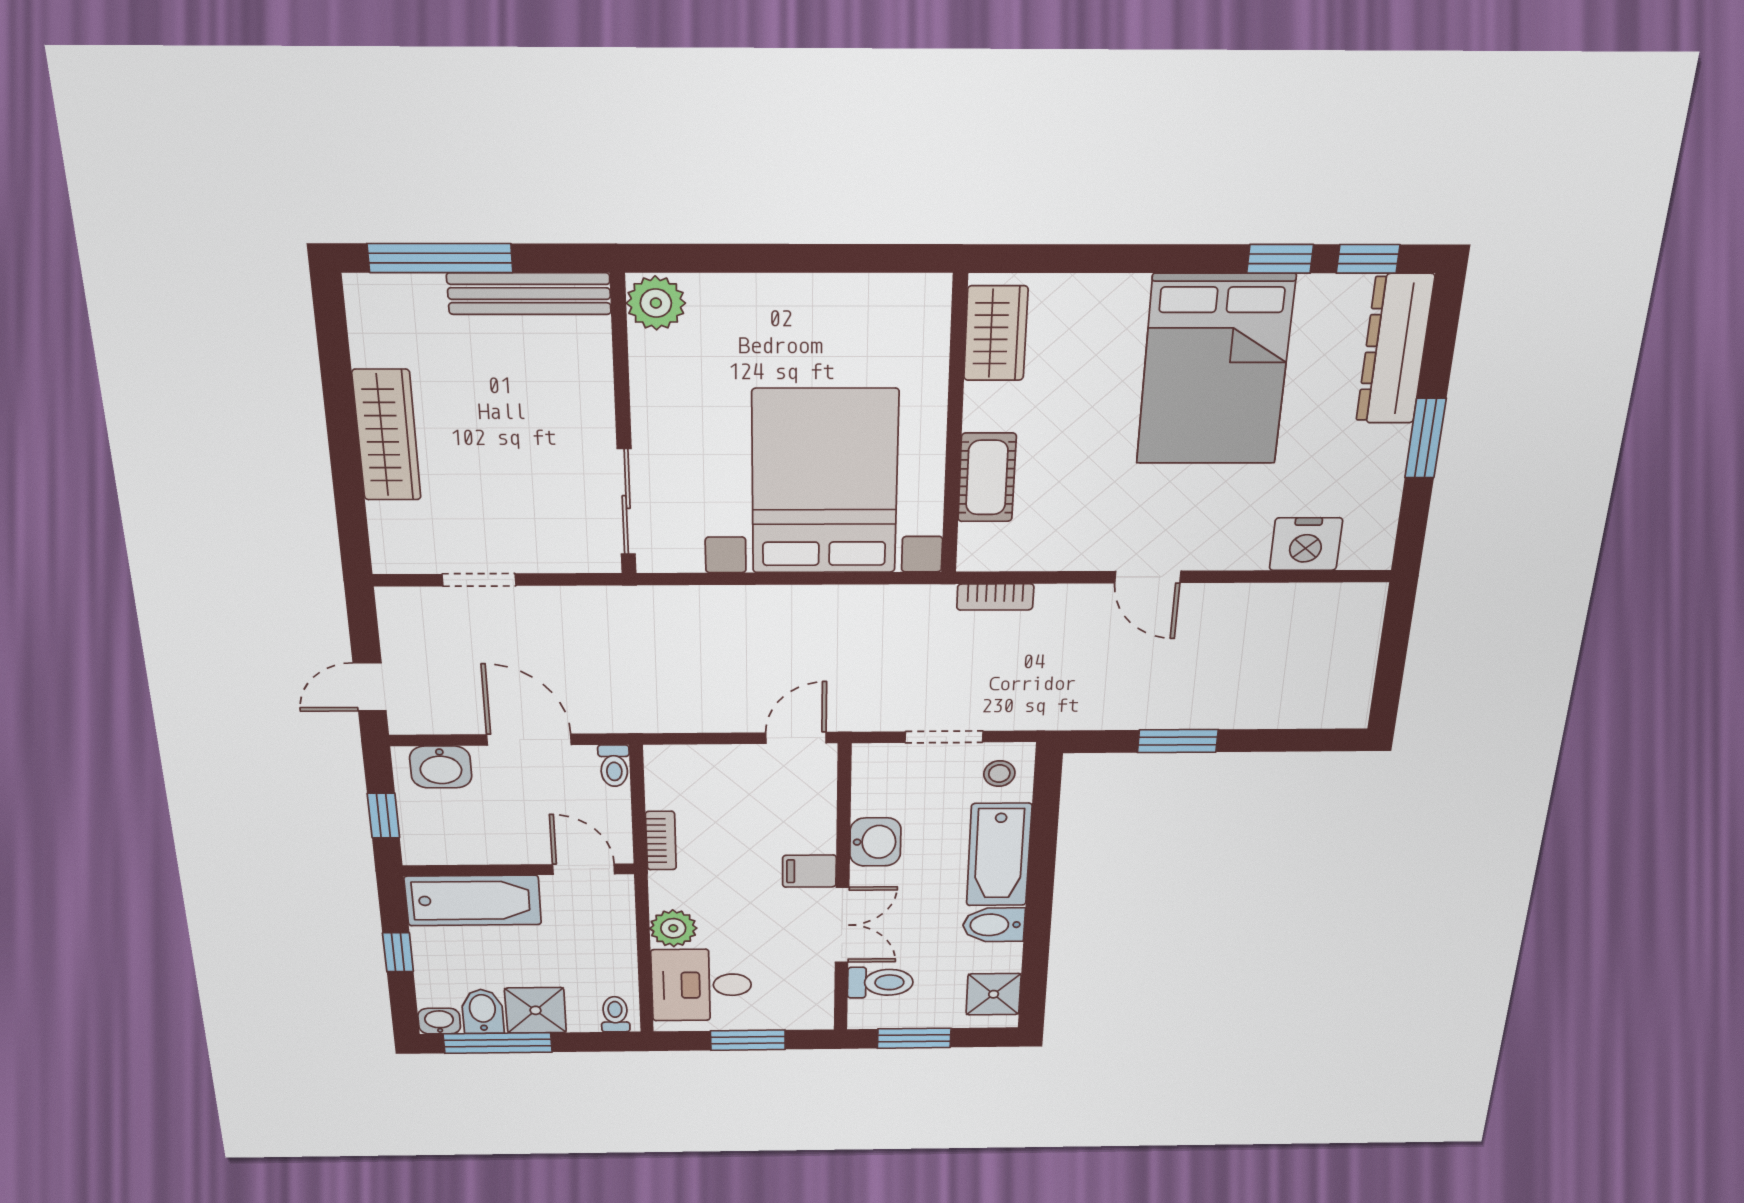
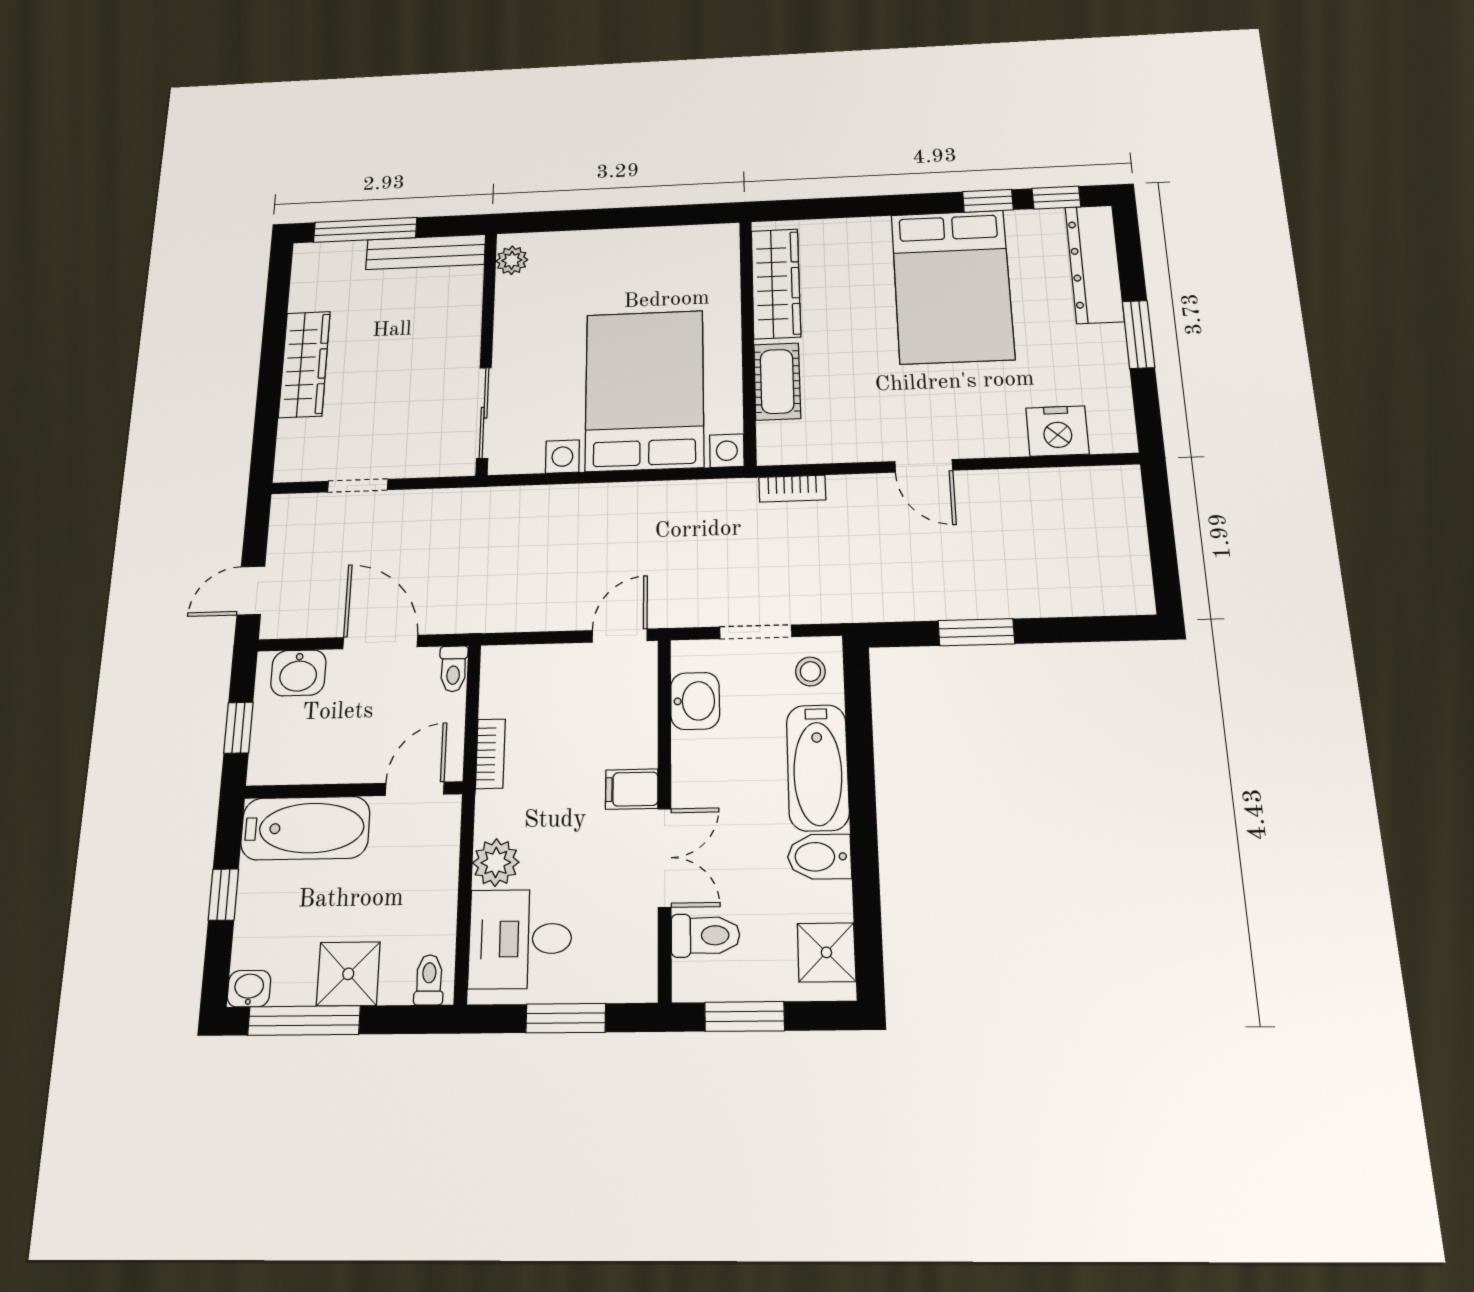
plant: (656, 303) -> (512, 260), width x0.73, depth x0.73
wardrobe: (996, 333) -> (776, 283), width x1.50
washbasin: (875, 842) -> (695, 701), moved
door: (584, 869) -> (415, 789), hinge flipped
bidet: (483, 1011) -> (295, 975), removed

